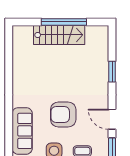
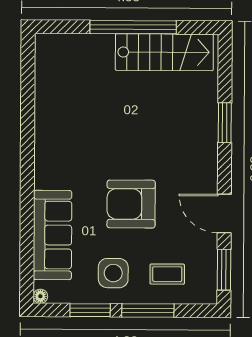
stairs: (59, 35) -> (164, 52), moved

